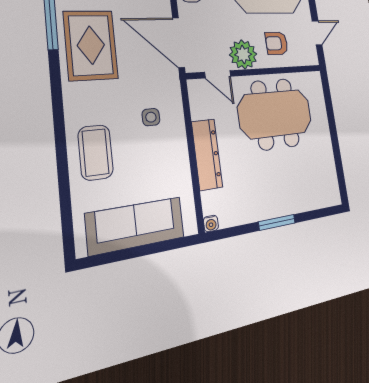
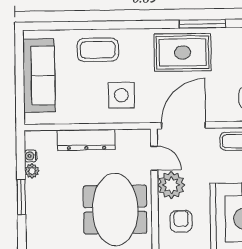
door: (218, 74) -> (154, 158), swing flipped
side table: (151, 117) -> (121, 95), width x1.87, depth x1.87
plant: (248, 215) -> (32, 171), added
water cooler: (211, 223) -> (31, 156), moved

